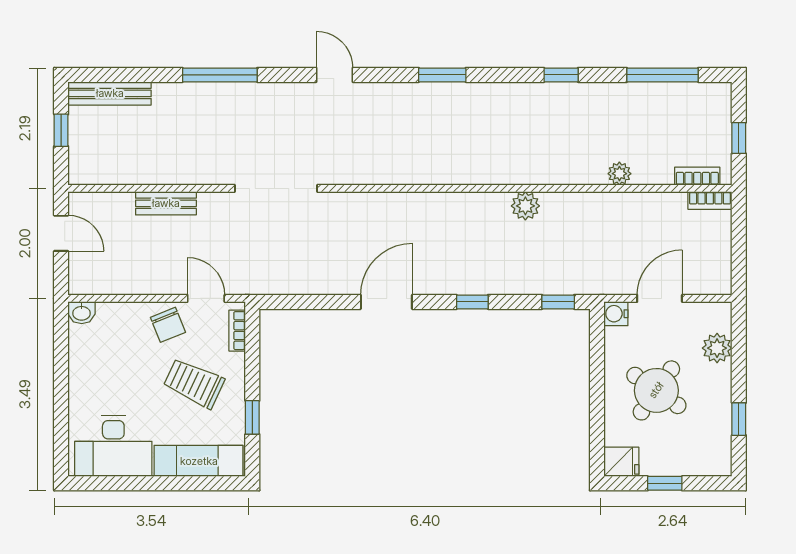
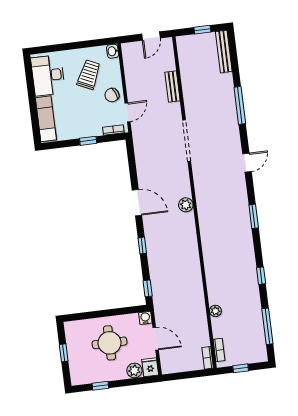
plant: (525, 206) -> (186, 205), moved
trolley: (194, 383) -> (89, 75), moved
round table: (656, 390) -> (110, 343), turned -35
window: (252, 417) -> (88, 141), moved
fridge: (621, 462) -> (150, 367), moved, turned 180

